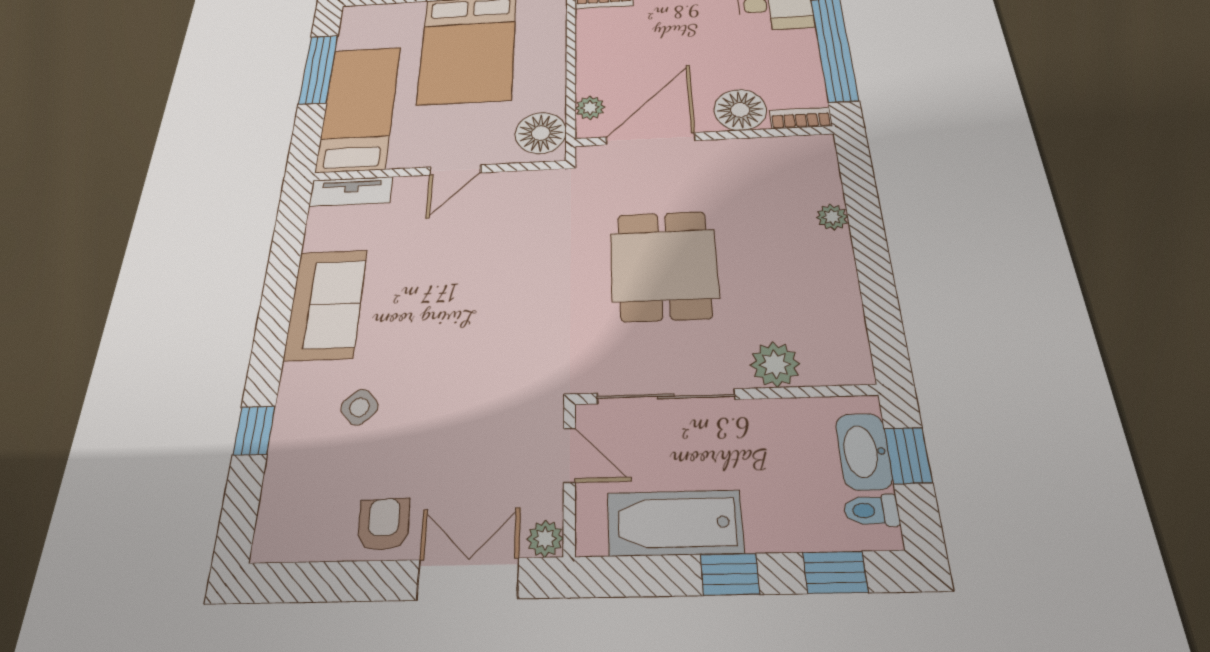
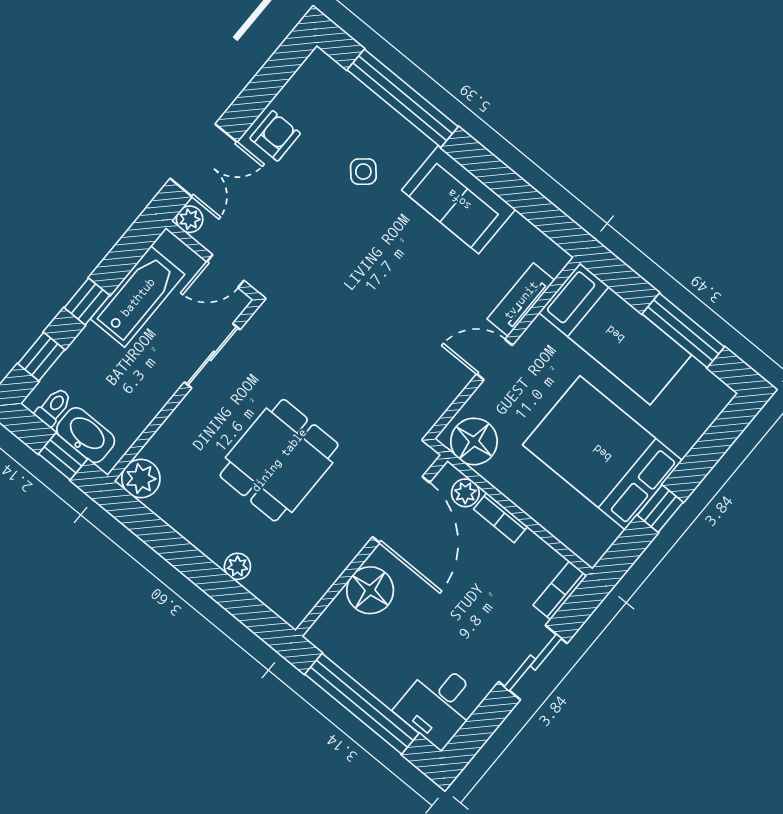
bookcase: (801, 118) -> (501, 518), moved, turned 90
door: (455, 170) -> (495, 360), hinge flipped
tv unit: (351, 192) -> (521, 300), moved
dining table: (664, 265) -> (279, 460), moved, turned 90
plant: (775, 364) -> (141, 479), moved
sliding door: (666, 396) -> (212, 356), width x0.73
window: (254, 430) -> (403, 98), width x3.17
armchair: (384, 524) -> (275, 136), turned -88

